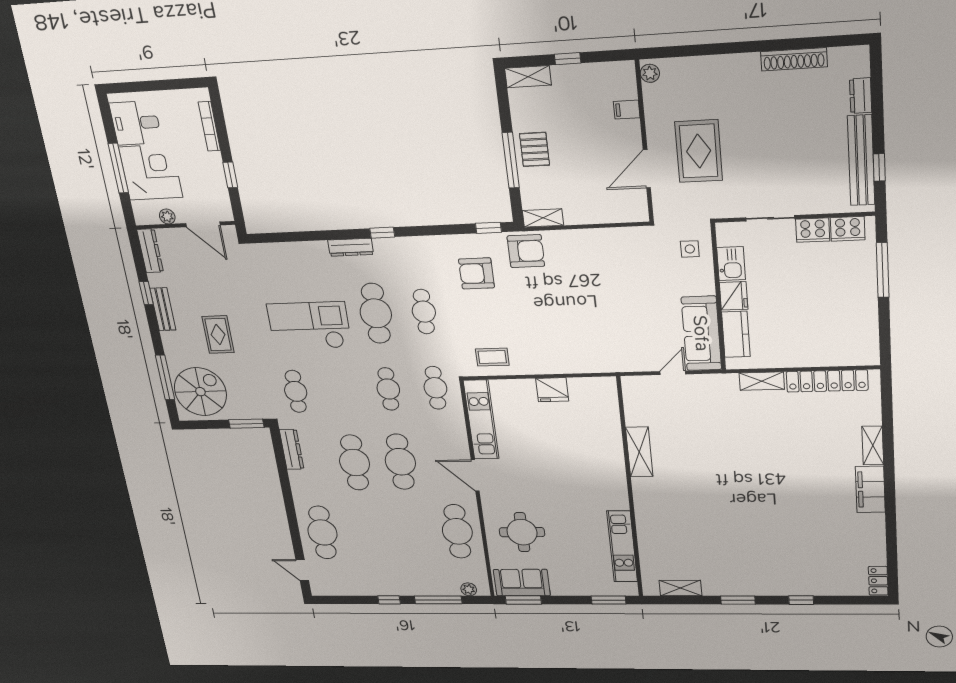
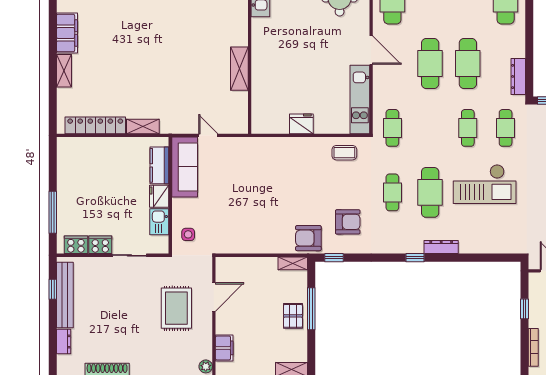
filing cabinet: (627, 110) -> (224, 348), width x2.00
door: (673, 373) -> (208, 135), swing flipped
cafe table: (388, 389) -> (468, 128), moved

